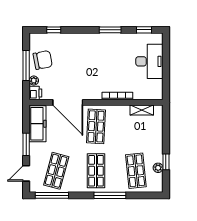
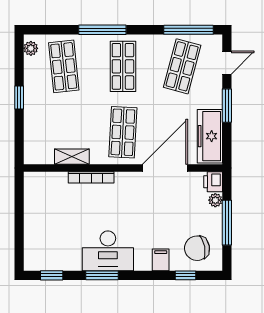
filing cabinet: (71, 40) -> (161, 260), added
chair: (43, 60) -> (197, 248), moved
desk: (149, 61) -> (108, 251), moved, turned -90
door: (68, 102) -> (165, 168), hinge flipped
shelving: (142, 110) -> (72, 157), moved
window: (166, 162) -> (19, 97), moved
plant: (158, 168) -> (31, 48), moved

